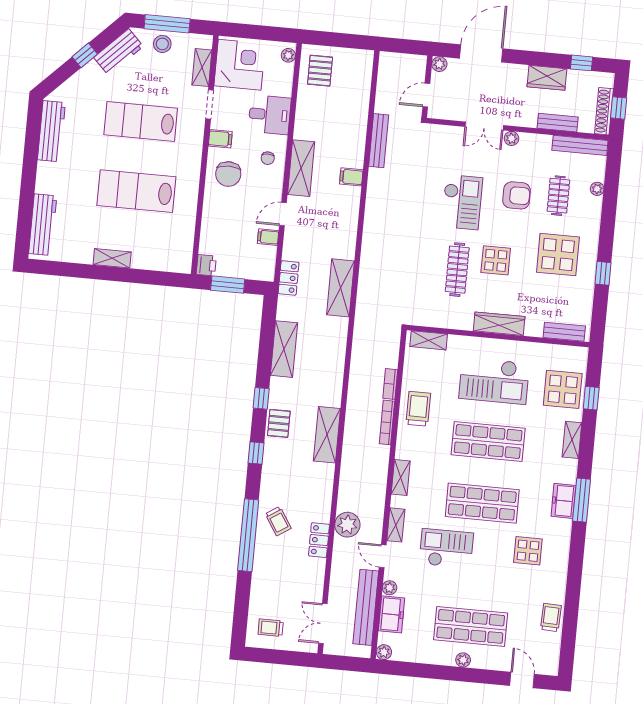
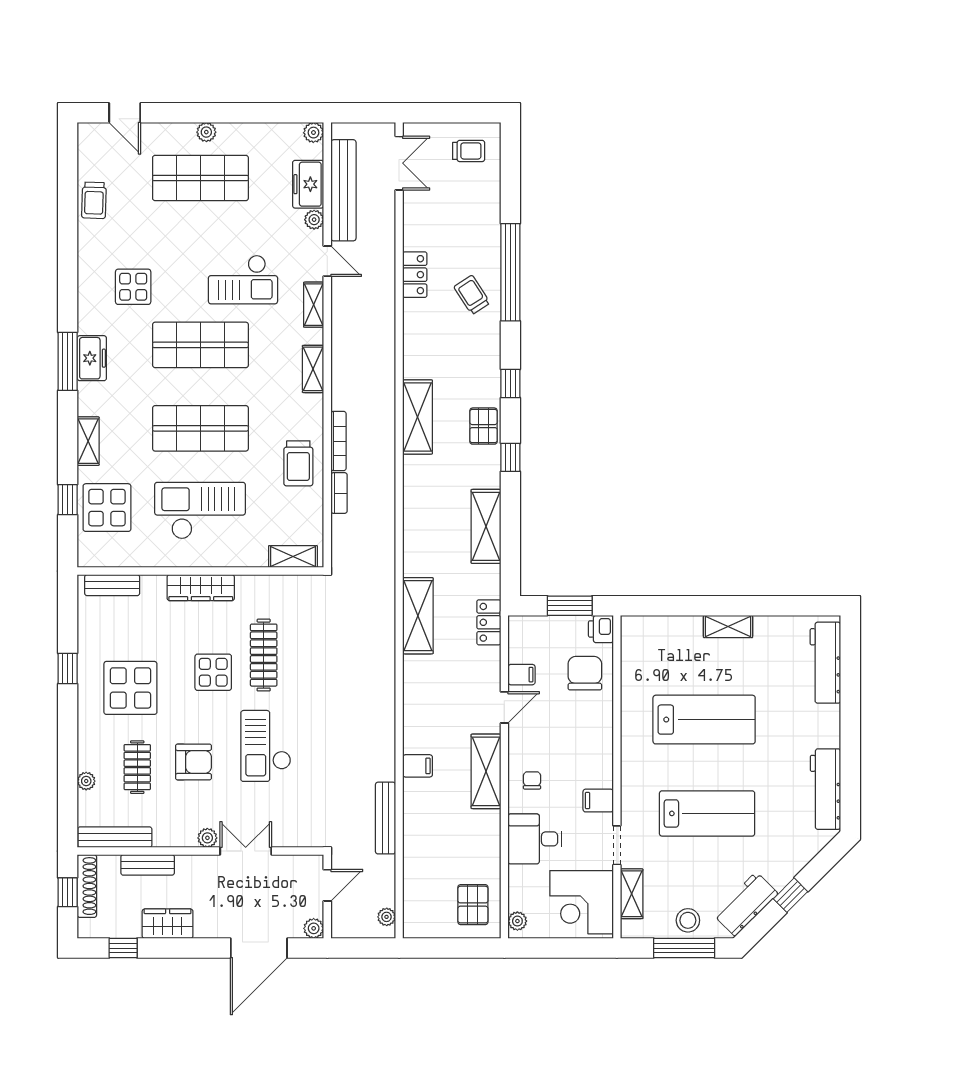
chair: (228, 174) -> (585, 673), moved
armchair: (517, 195) -> (194, 762), turned 180
plant: (347, 525) -> (387, 917), moved, width x0.53, depth x0.53

